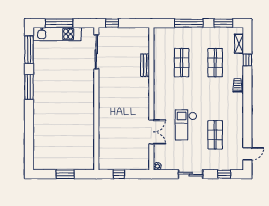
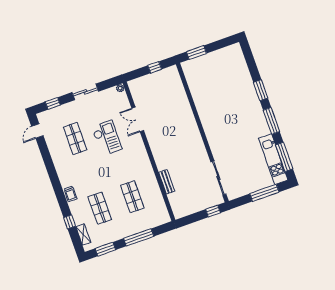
kitchen unit: (57, 34) -> (273, 159), moved, turned -90
window: (29, 119) -> (261, 90), added
window: (65, 174) -> (196, 53), moved

